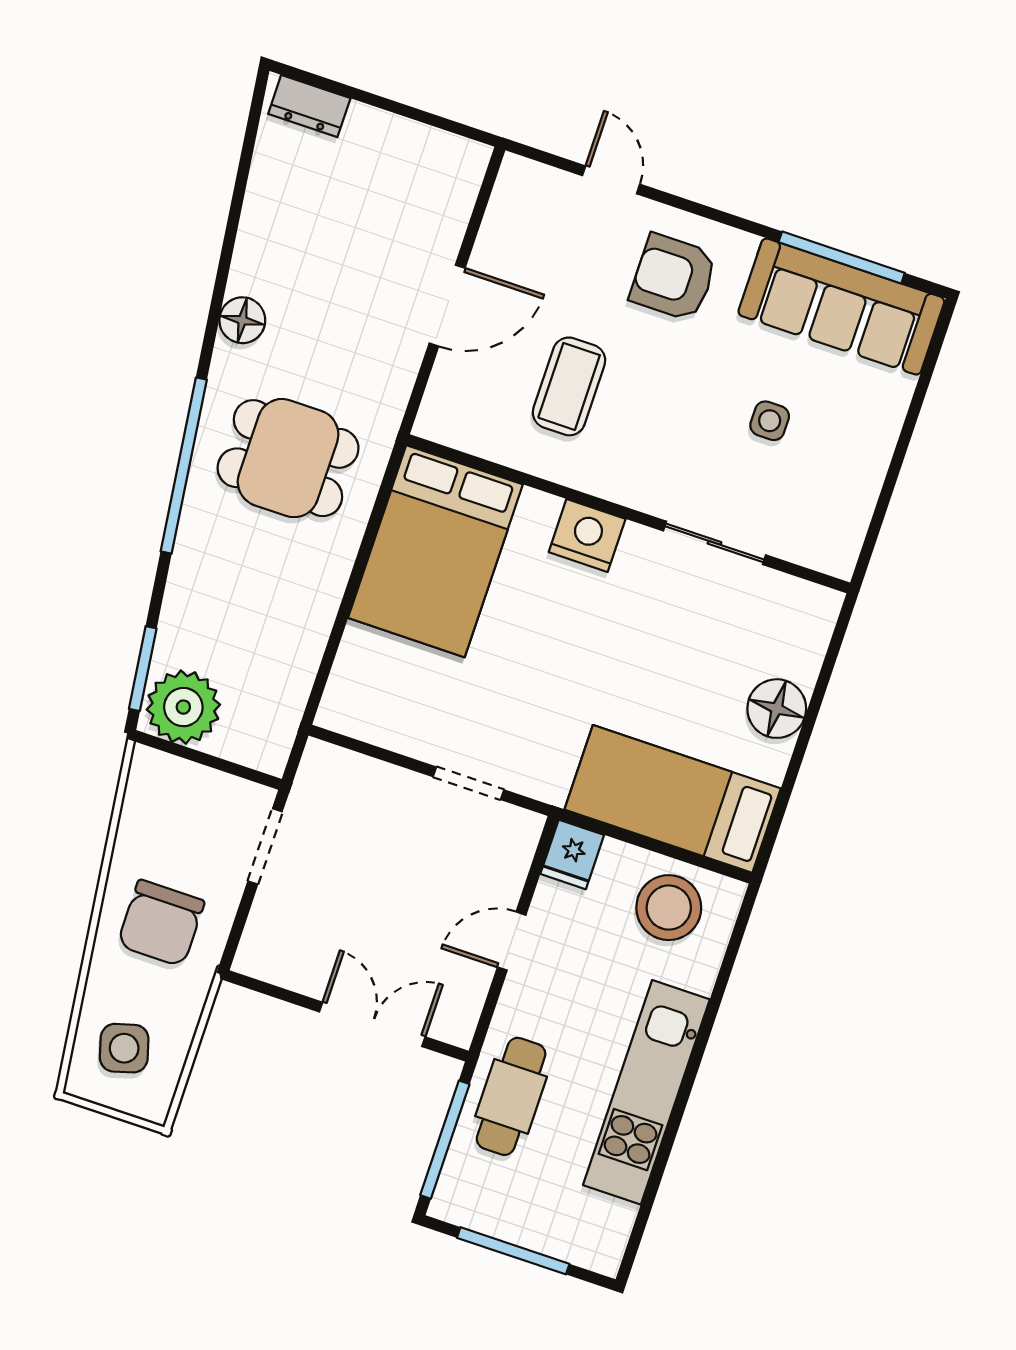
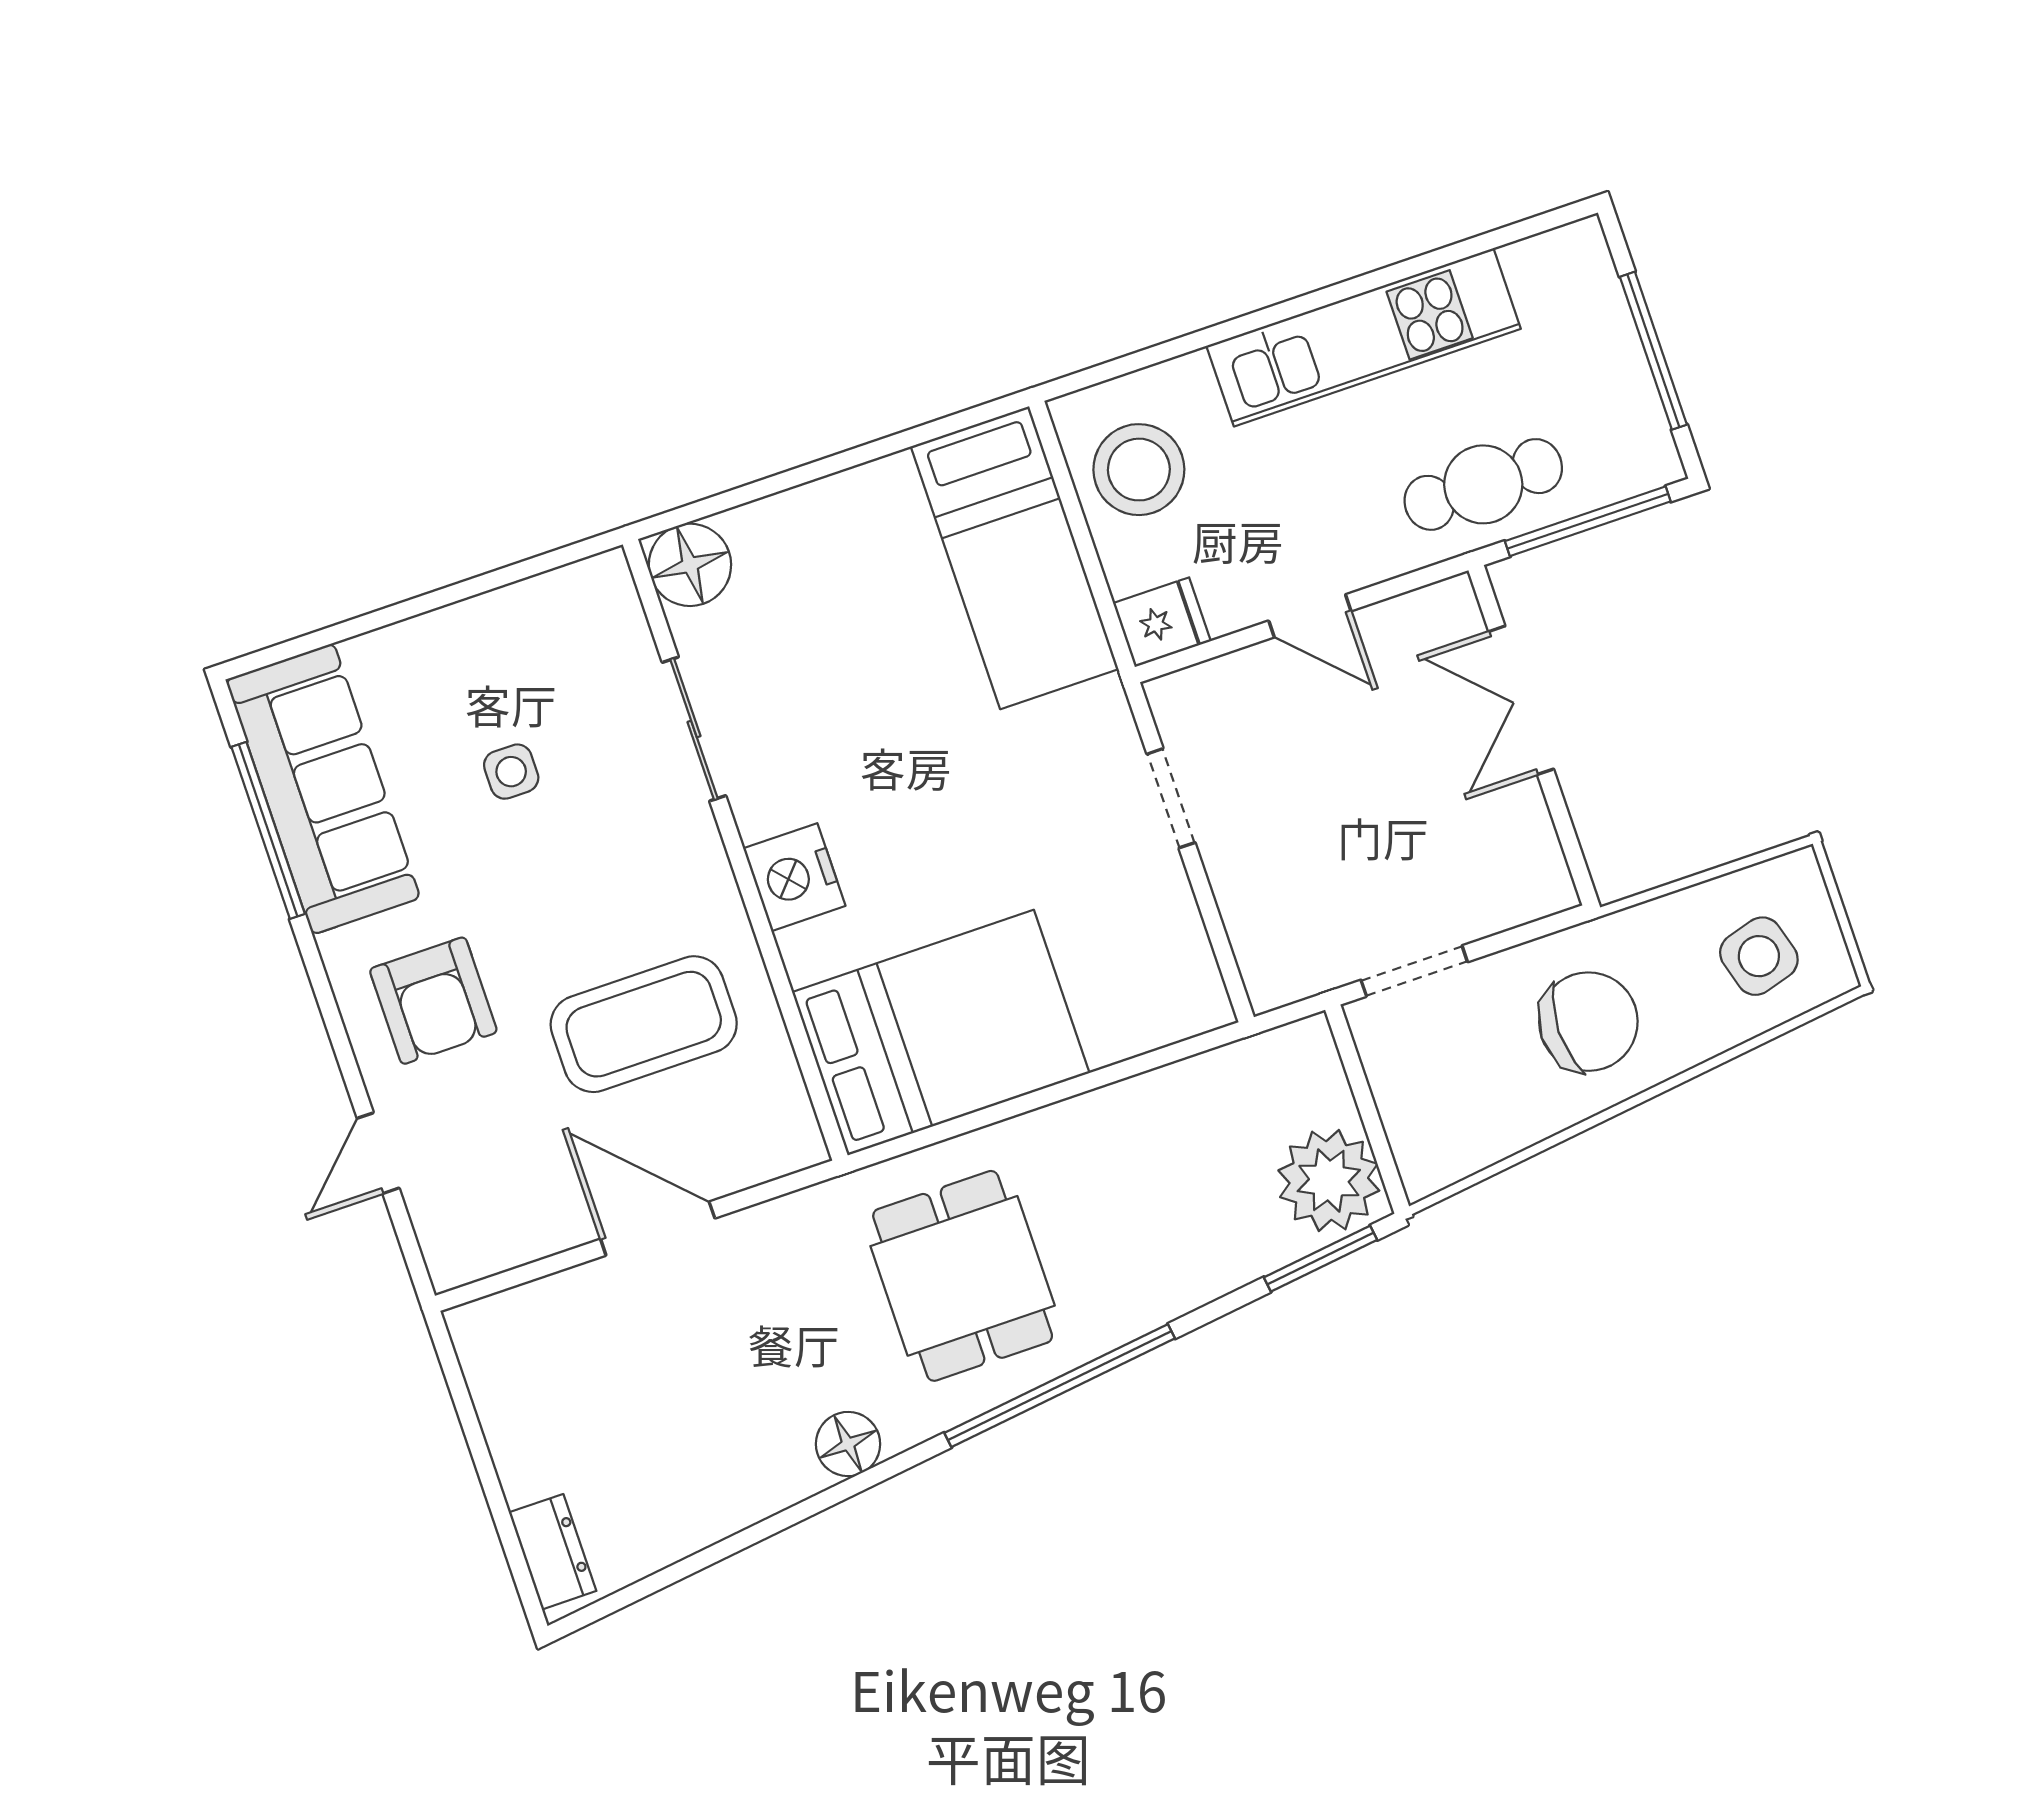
coffee table: (569, 386) -> (644, 1024), width x1.36, depth x1.32
floor lamp: (777, 709) -> (690, 565), moved

